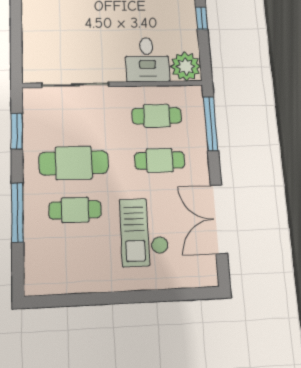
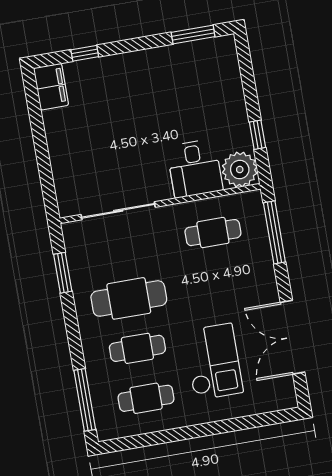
window: (202, 18) -> (258, 135), moved
cafe table: (160, 160) -> (146, 398), moved
window: (17, 212) -> (85, 400), moved
checkout: (144, 232) -> (213, 362), turned 180

